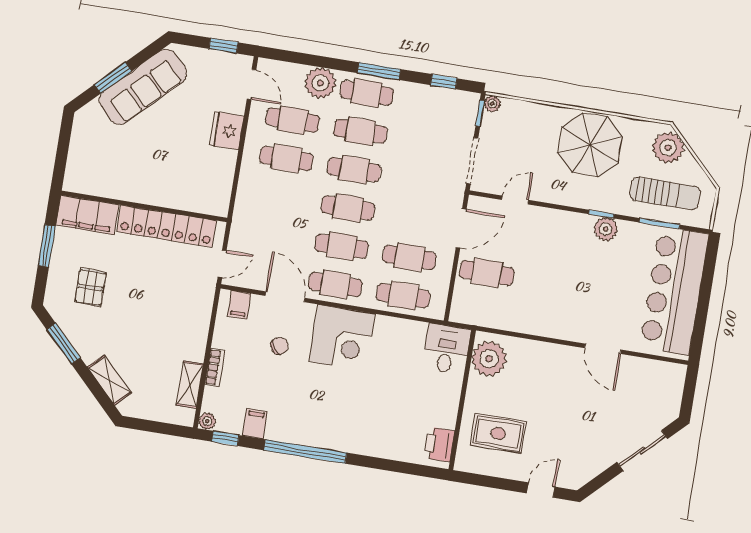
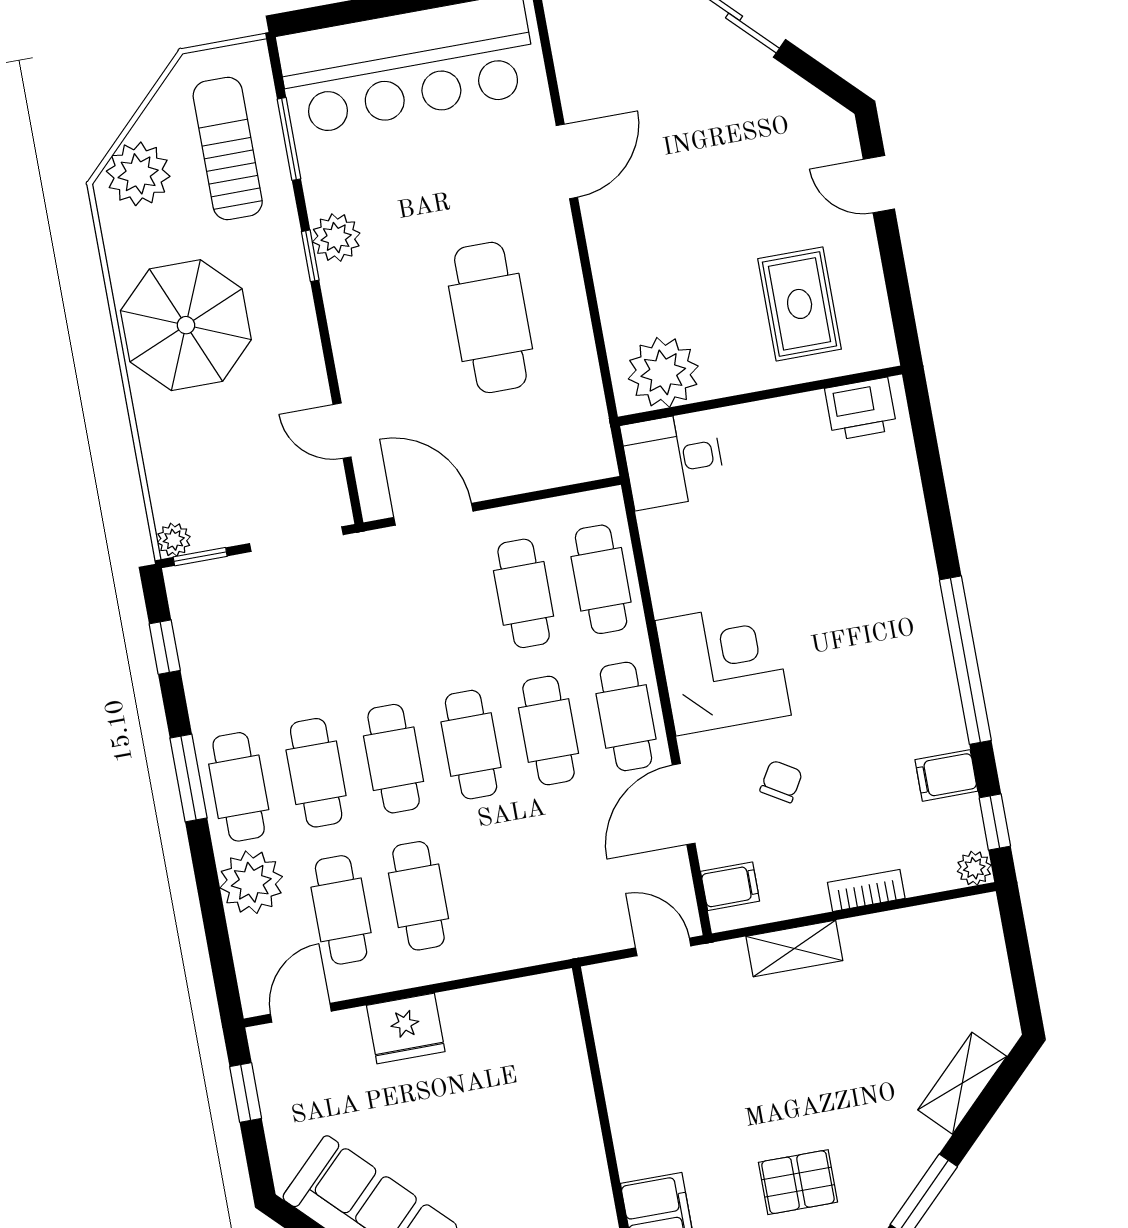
locker: (167, 226) -> (629, 1079), removed
cafe table: (487, 273) -> (490, 317), moved, width x1.37, depth x1.35
chair: (279, 346) -> (781, 781), turned 67
shelving: (190, 385) -> (794, 948), moved

